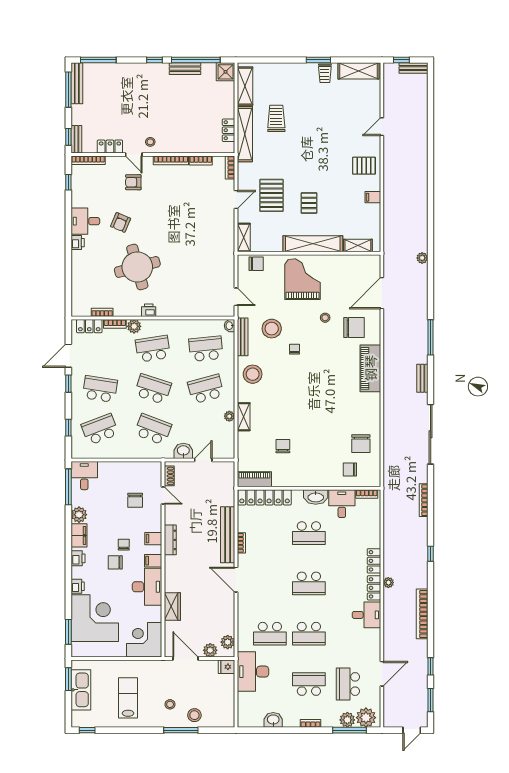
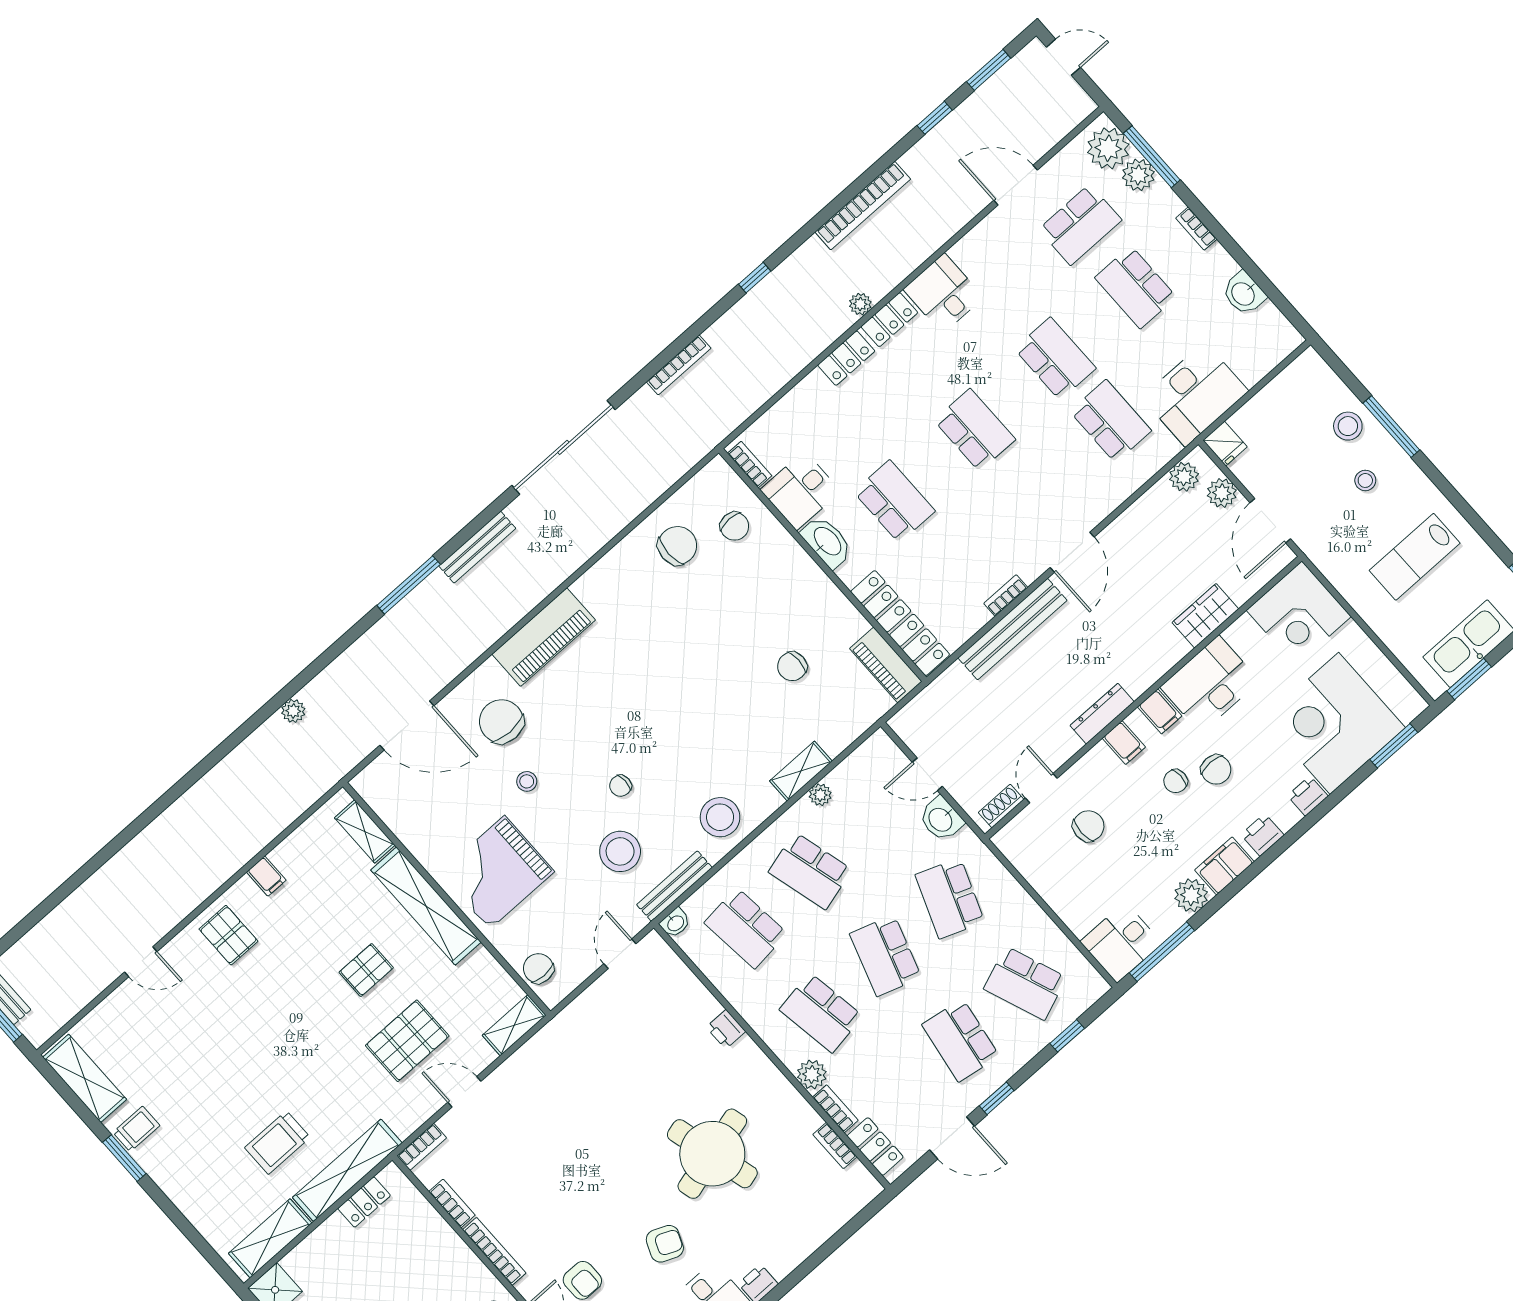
printer: (149, 310) -> (726, 1029), moved
bench: (422, 378) -> (477, 547), width x1.36

